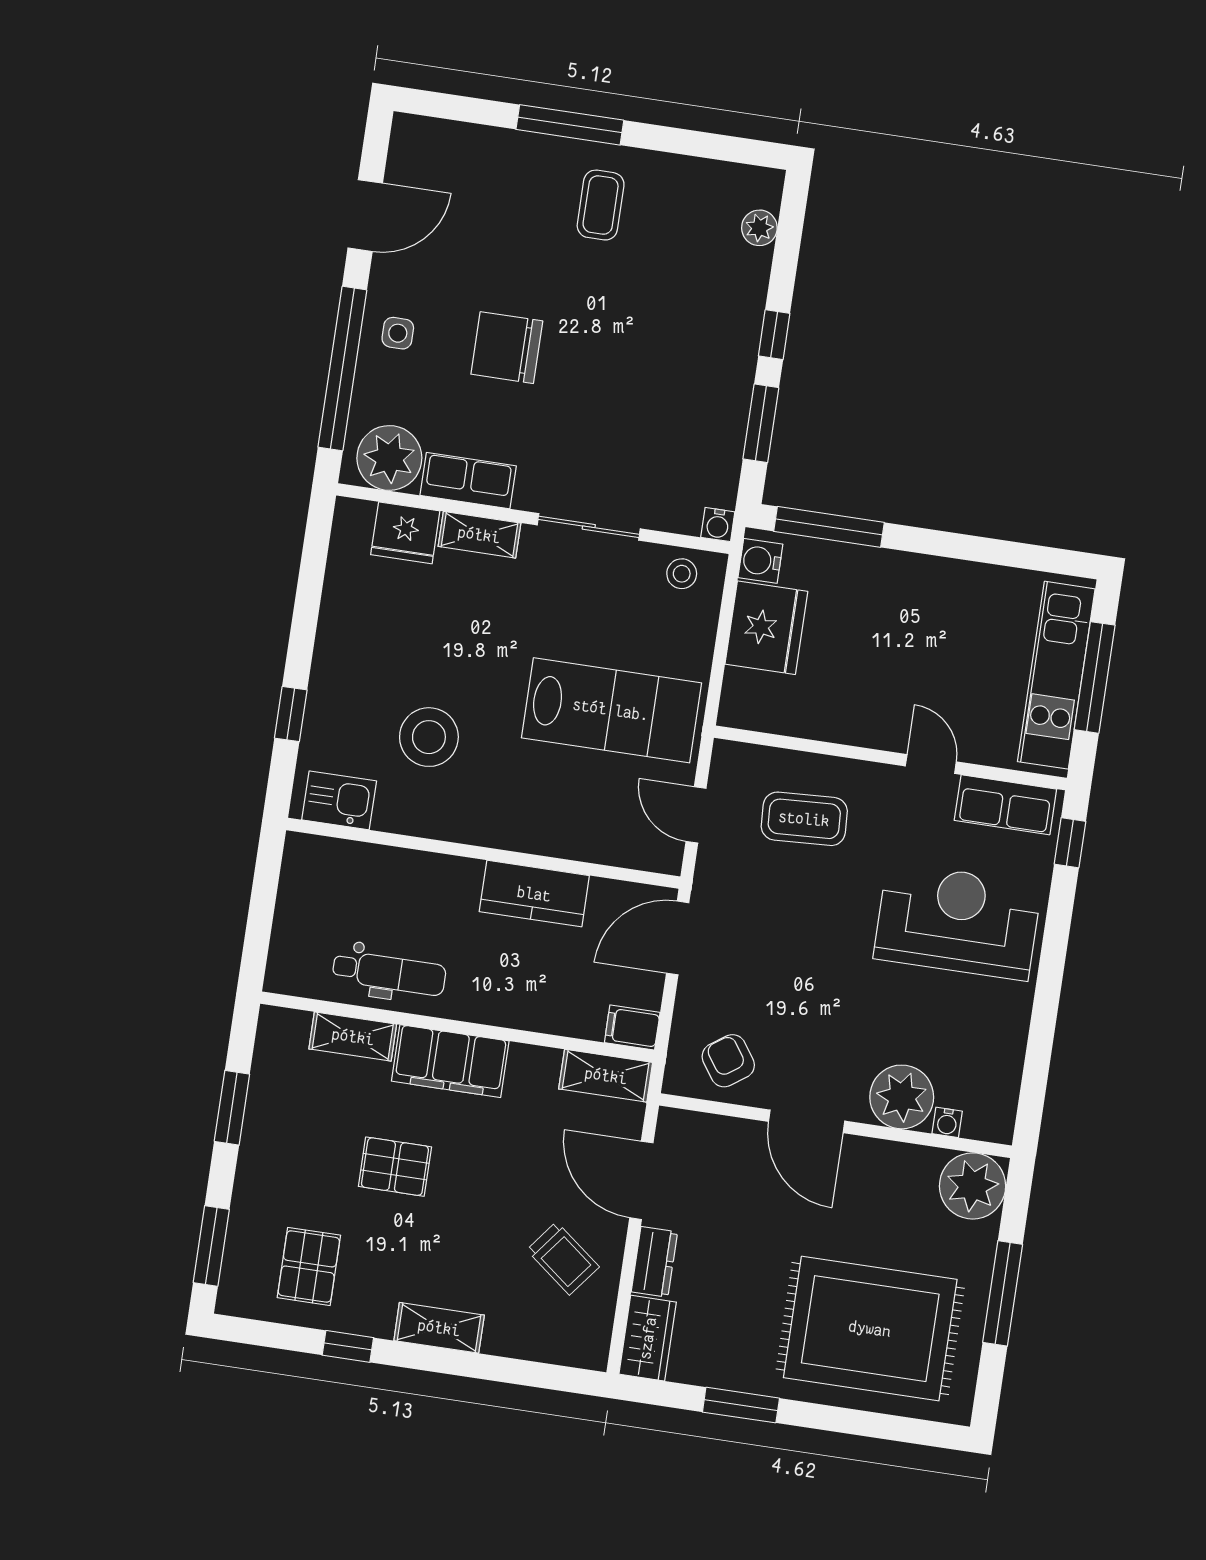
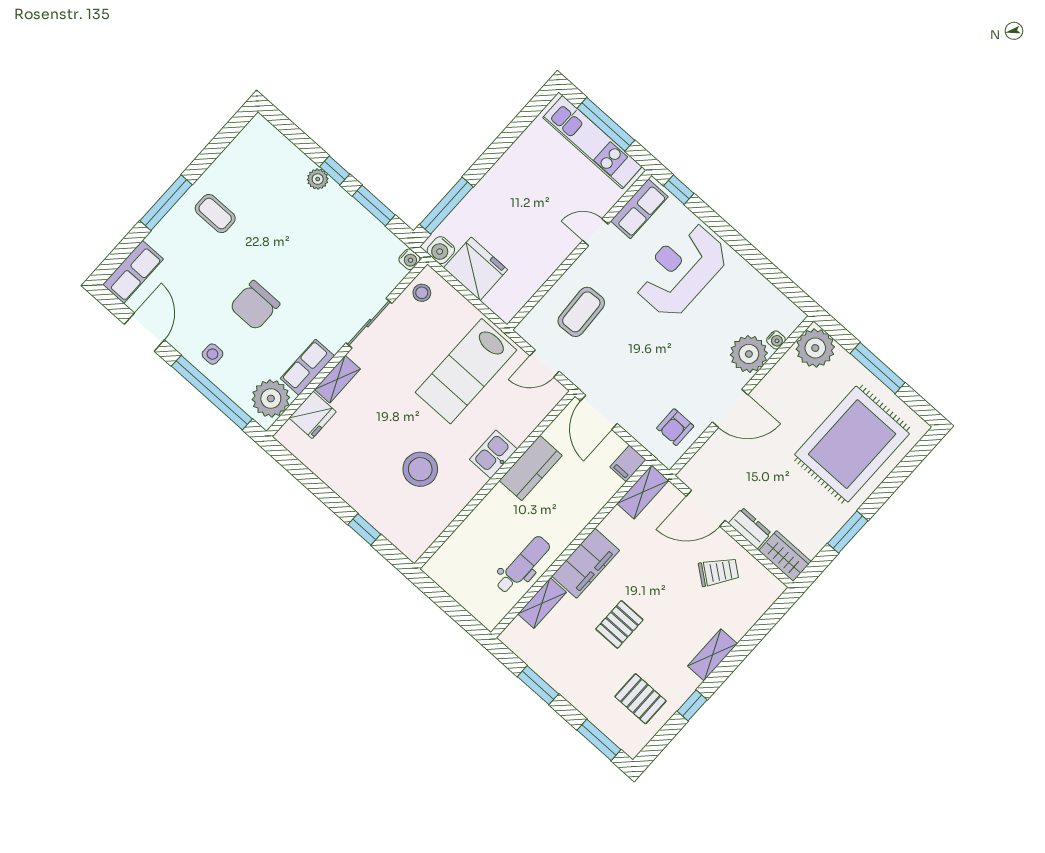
row of seats: (440, 143) -> (133, 272), added
plant: (759, 228) -> (318, 179), moved
lab bench: (611, 710) -> (466, 371), turned 180
kitchen sink: (339, 800) -> (493, 454), moved
armchair: (728, 1061) -> (675, 427), turned -55

